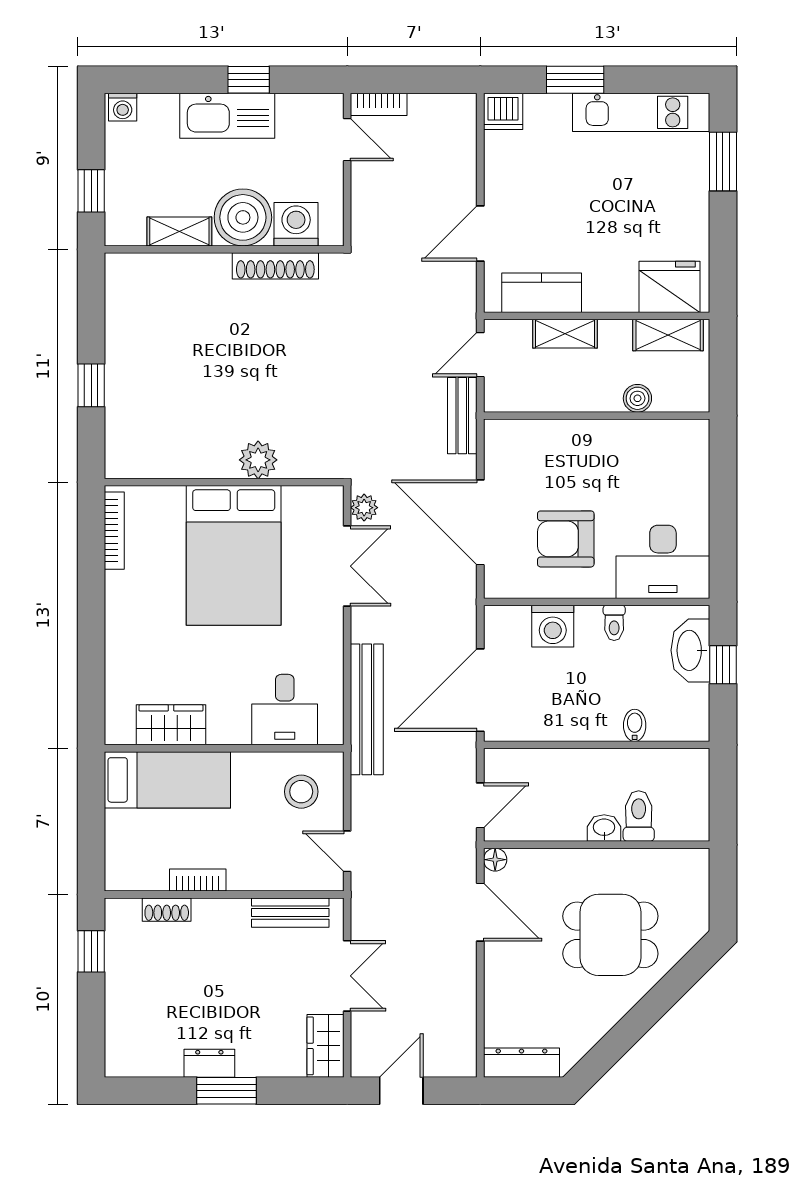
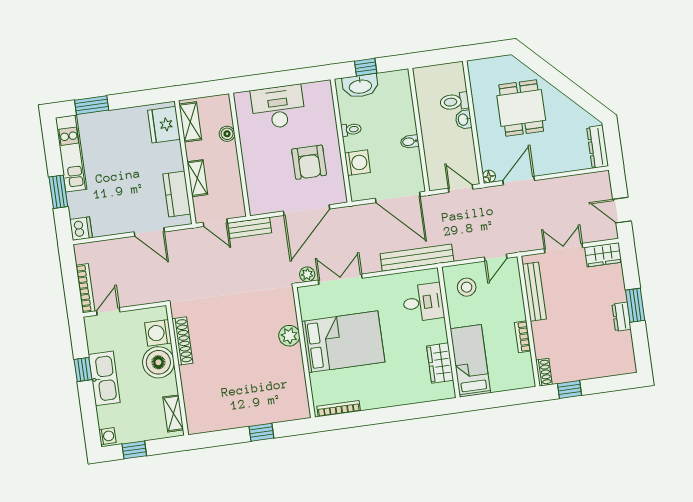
bookcase: (379, 104) -> (85, 288), width x1.56
window: (91, 191) -> (134, 450), moved
shelving: (179, 232) -> (173, 413), moved
desk: (663, 562) -> (278, 107), moved, turned -90
bidet: (635, 725) -> (410, 142), moved
shoe rack: (167, 910) -> (544, 372), moved
bench: (290, 913) -> (534, 292), width x1.36

